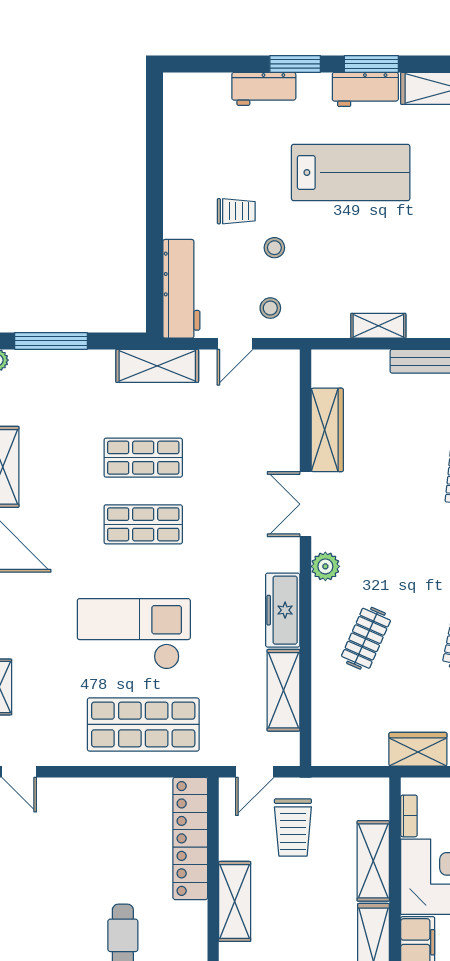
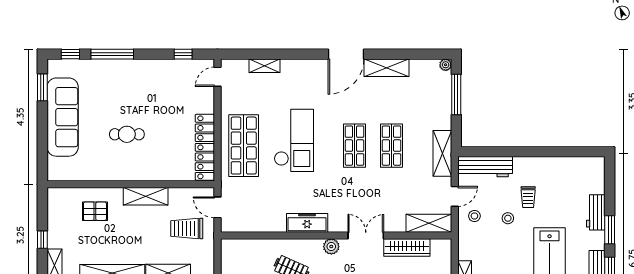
door: (235, 344) -> (455, 196), swing flipped
shelving: (284, 690) -> (429, 223), moved
locker: (190, 838) -> (205, 147), moved, turned -90

